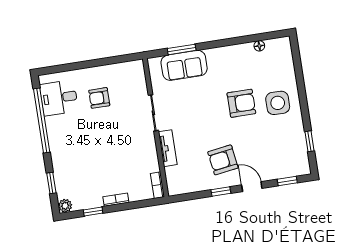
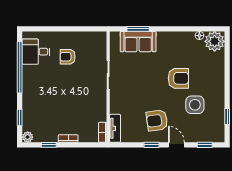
plant: (279, 50) -> (215, 41), added
side table: (278, 103) -> (195, 105), moved
tv unit: (168, 148) -> (115, 128), moved

